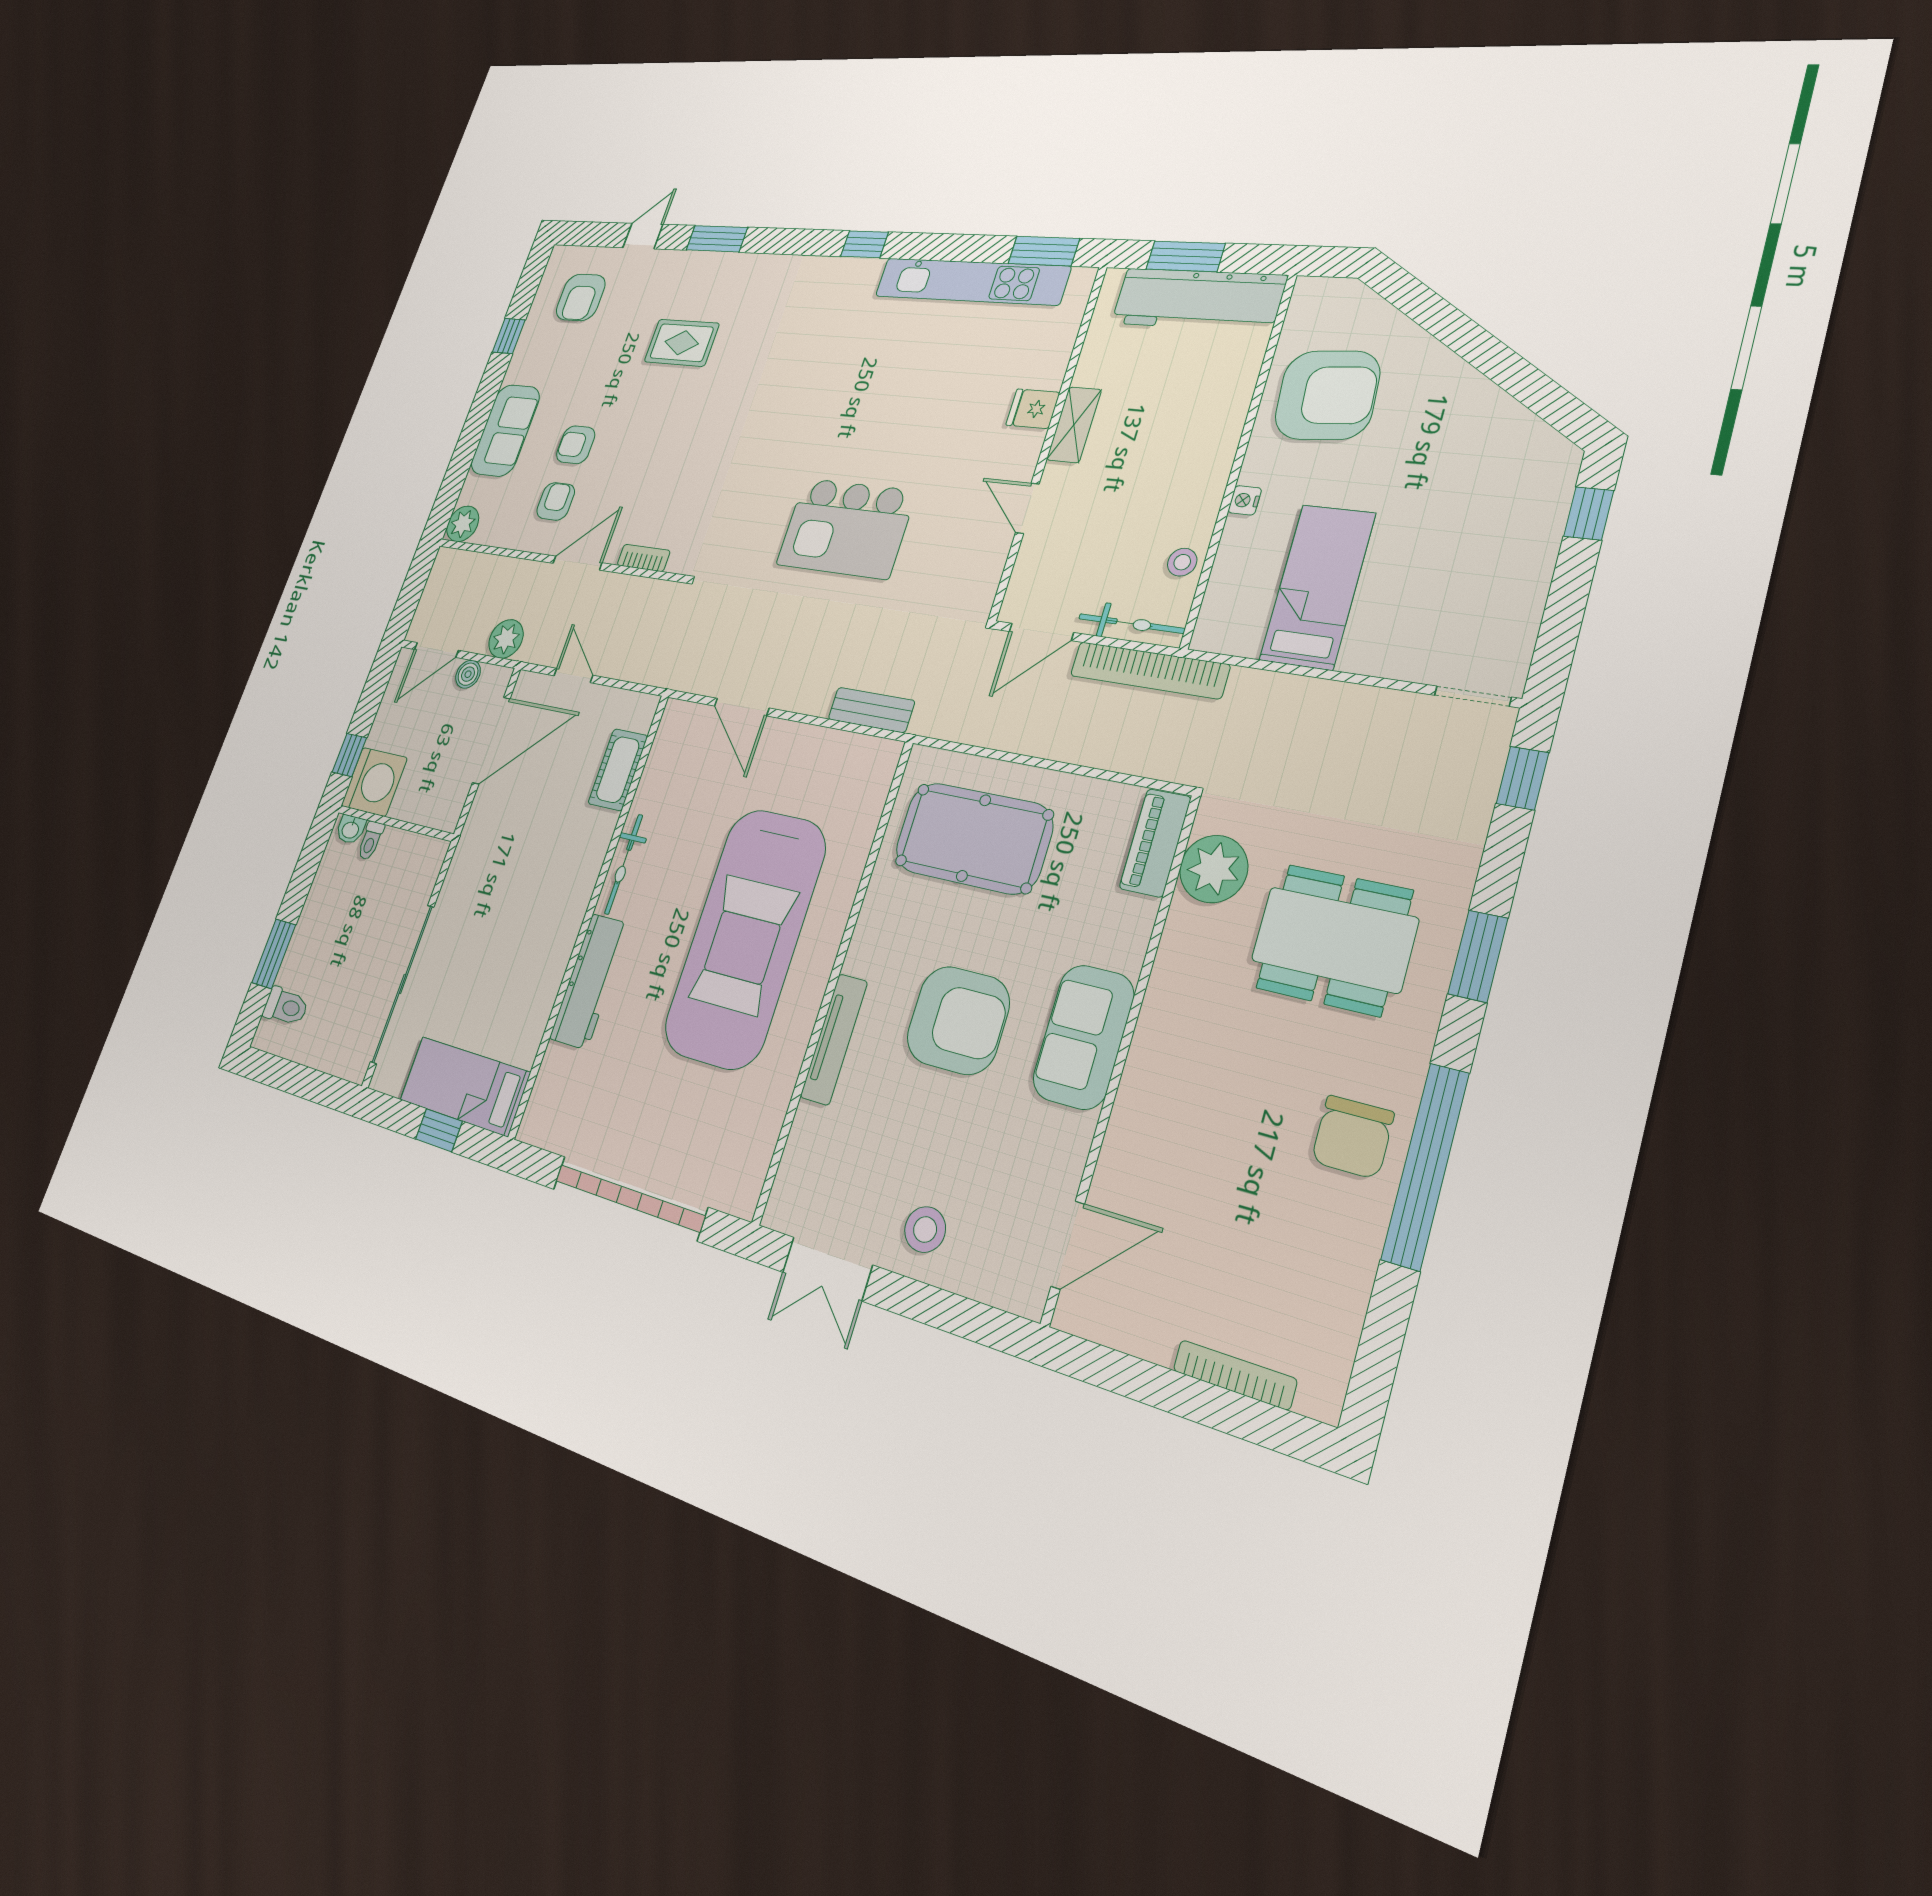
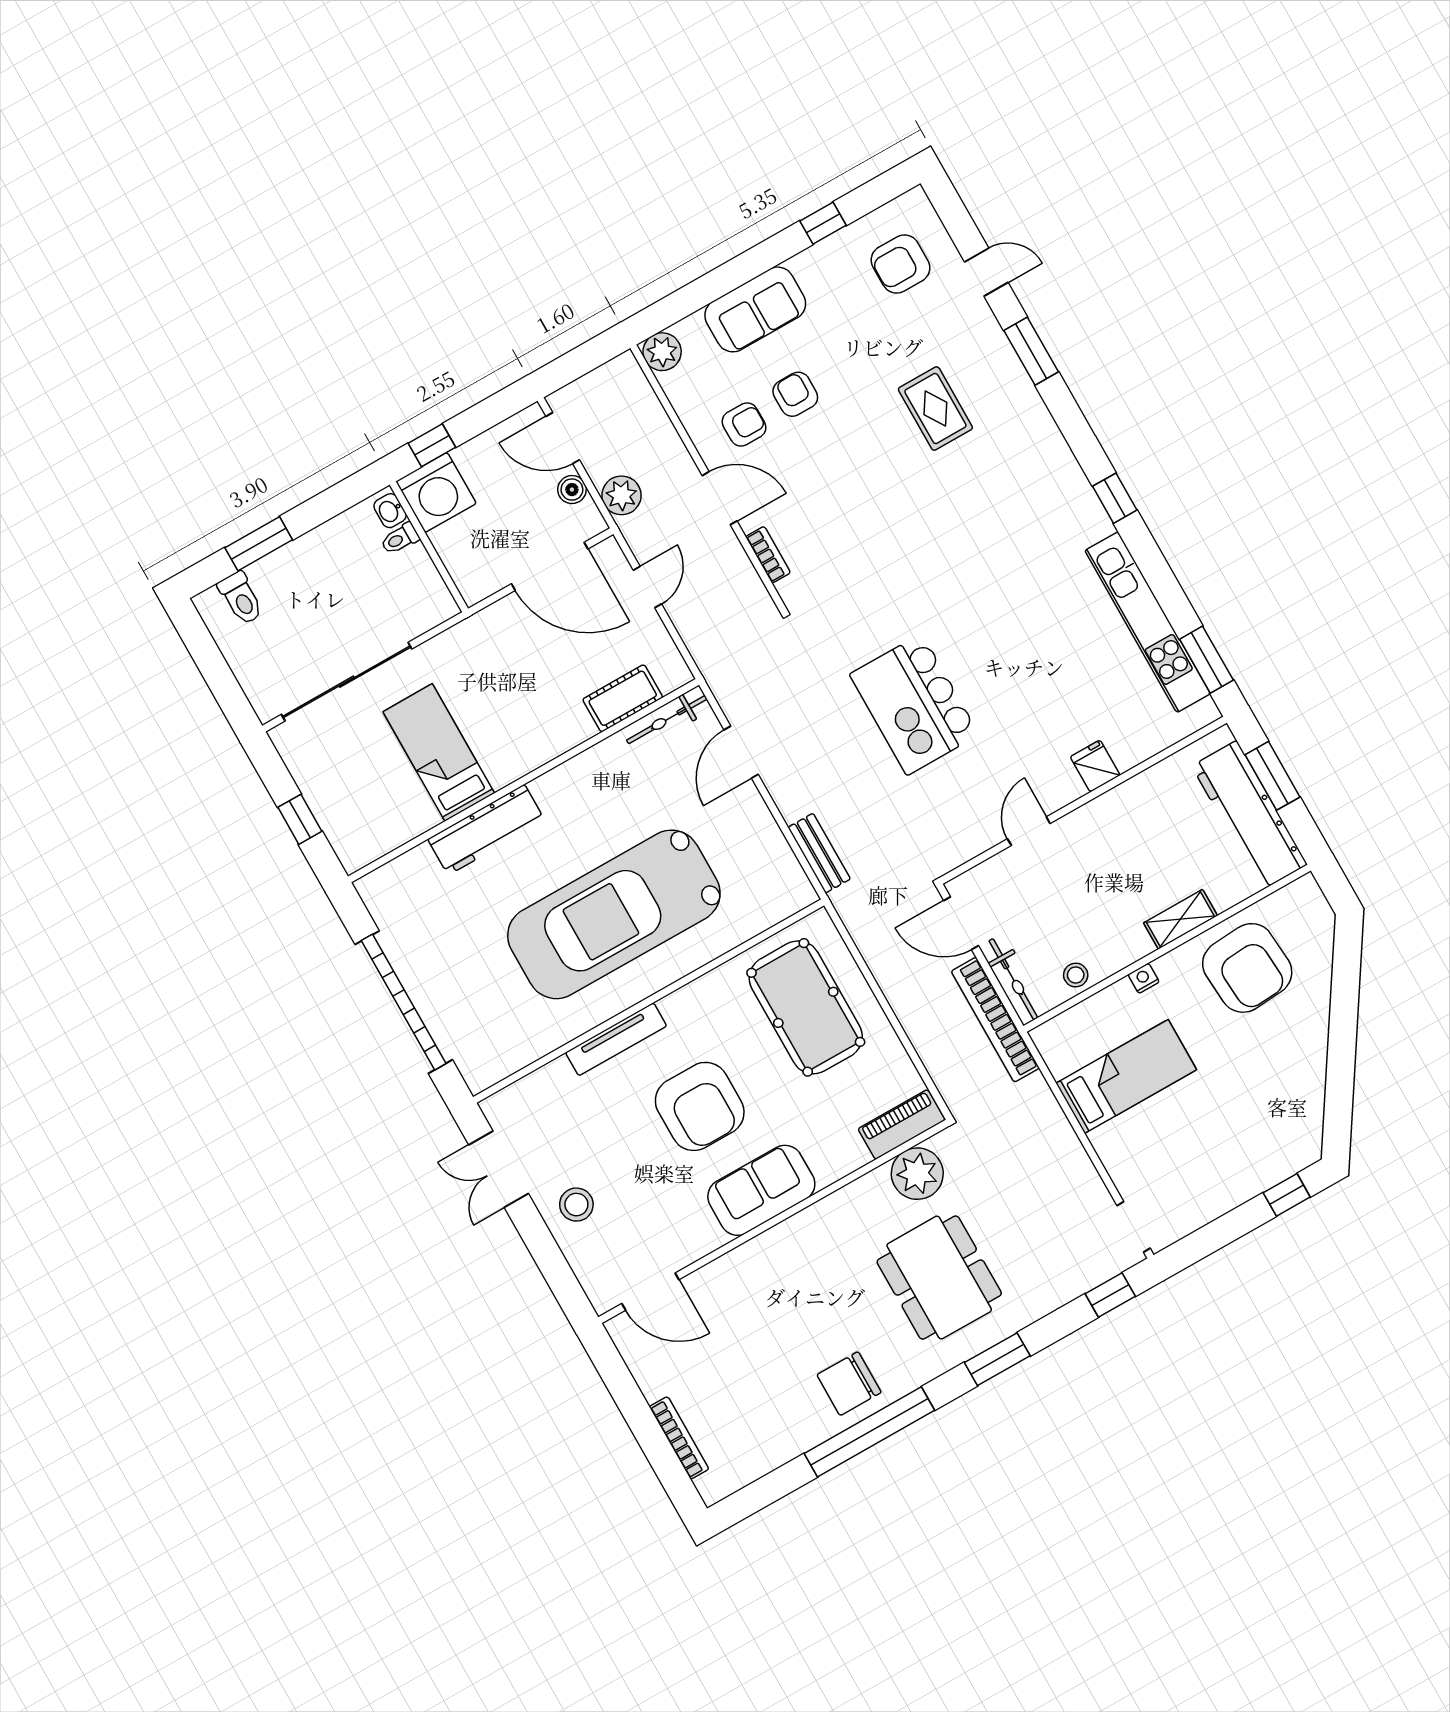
shelving: (1074, 425) -> (1180, 919), moved
bicycle: (624, 864) -> (667, 720), moved
bed: (465, 1086) -> (439, 752), moved

